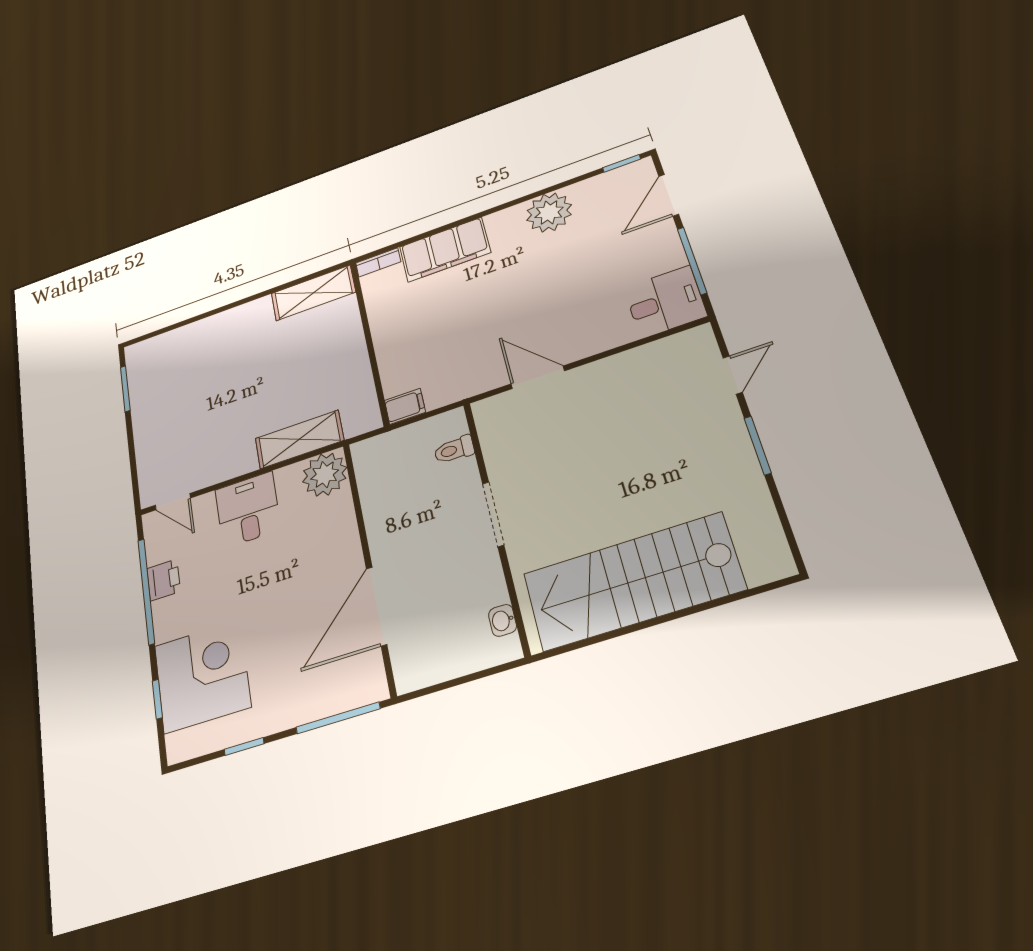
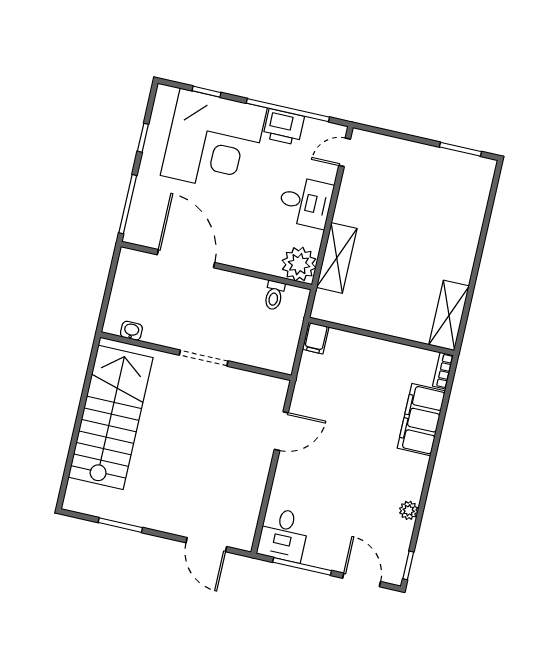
plant: (549, 212) -> (409, 510), width x0.53, depth x0.53
door: (733, 375) -> (206, 545), width x1.38
window: (758, 445) -> (120, 525), moved
toilet: (454, 450) -> (274, 295), moved, turned 180
printer: (164, 580) -> (284, 127), width x1.36, depth x1.24
corner desk: (202, 676) -> (214, 142), width x1.36, depth x1.36

